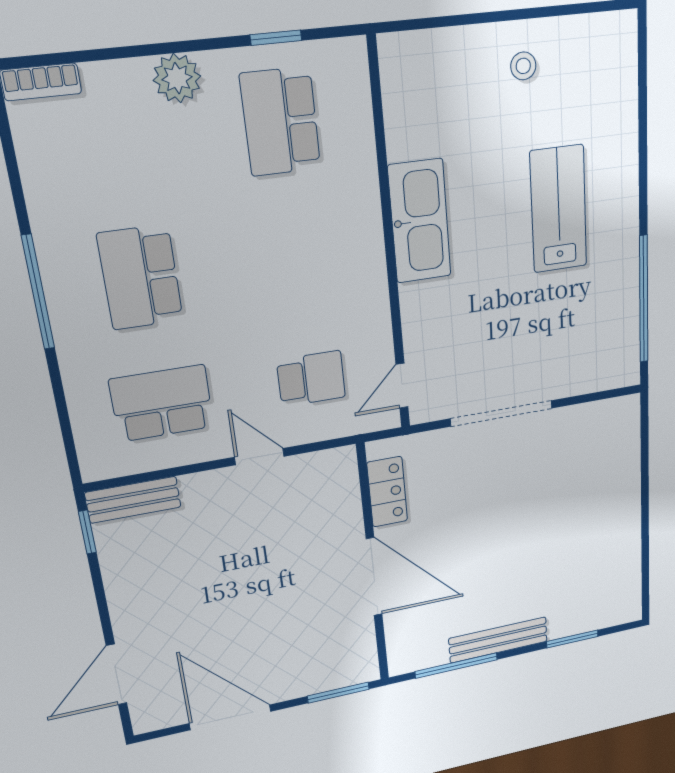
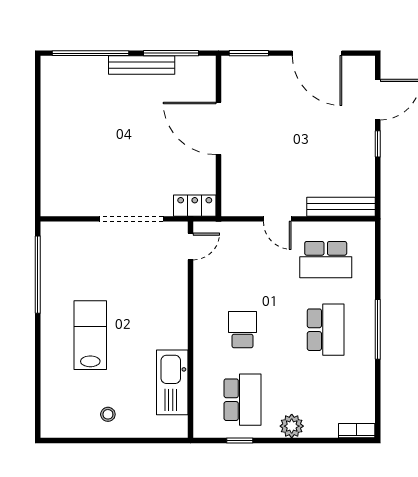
lab bench: (559, 209) -> (90, 335), turned 180
kitchen sink: (420, 221) -> (172, 382), moved
school desk: (311, 379) -> (243, 330), moved, turned 90
locker: (387, 492) -> (195, 206), moved, turned 90
bench: (133, 500) -> (341, 207), width x1.36
window: (87, 532) -> (378, 144), moved
window: (572, 639) -> (91, 53), width x2.11

